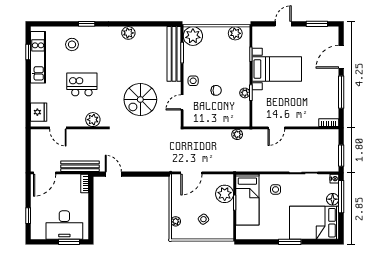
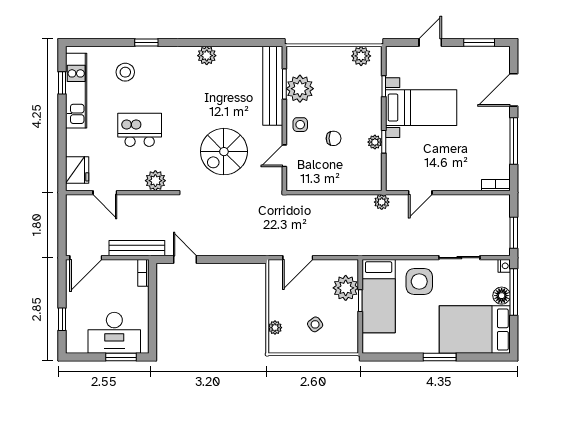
plant: (193, 36) -> (300, 89), moved
plant: (237, 134) -> (382, 202), moved
side table: (276, 189) -> (419, 282), width x1.87, depth x1.87

